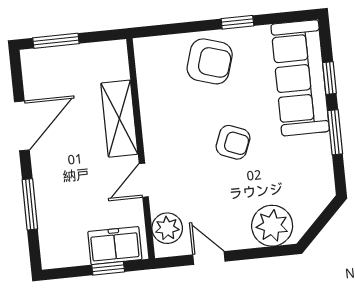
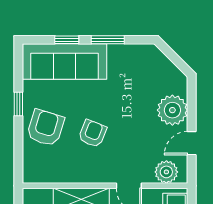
armchair: (233, 142) -> (93, 134), moved
plant: (272, 226) -> (172, 110), moved

